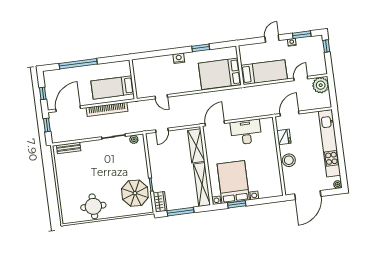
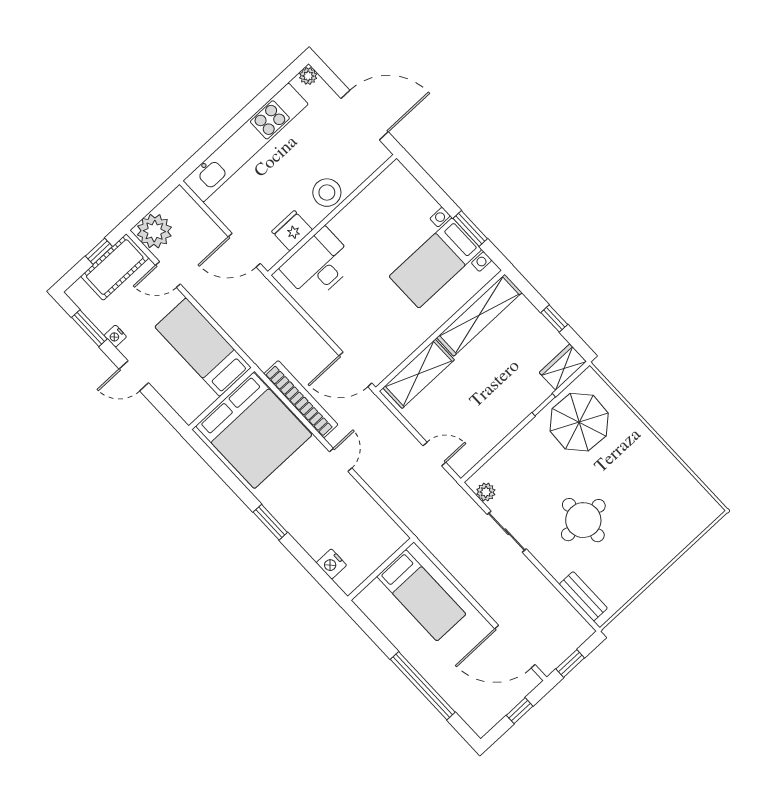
window: (326, 46) -> (99, 251), moved
window: (201, 48) -> (270, 522), moved
nightstand: (179, 58) -> (331, 564), moved
cot: (318, 61) -> (115, 267), added
bed: (220, 74) -> (254, 430), width x1.36
door: (161, 97) -> (341, 460), moved
bookcase: (107, 109) -> (301, 399), moved
desk: (246, 132) -> (319, 265), moved, turned 90
bed with nightstands: (233, 182) -> (435, 263), width x0.73
round table: (93, 206) -> (583, 520), moved
window: (181, 212) -> (554, 319), width x0.46

